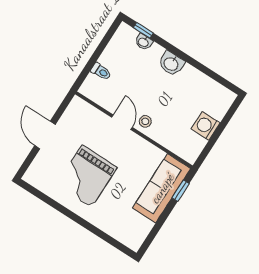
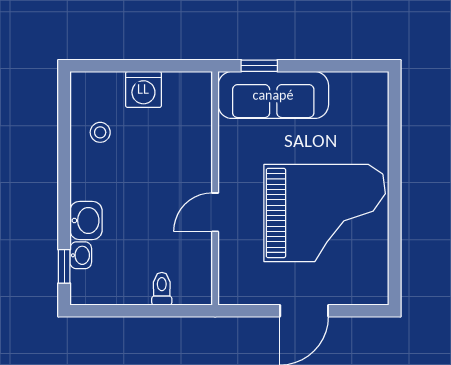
washbasin: (171, 64) -> (86, 220), moved
stool: (145, 121) -> (100, 132), moved
grand piano: (87, 176) -> (325, 213), width x1.37, depth x1.48

